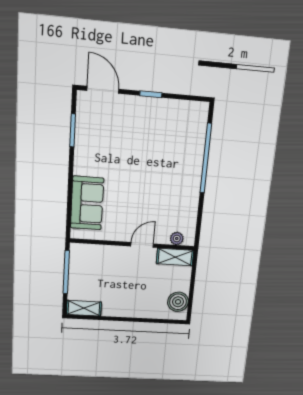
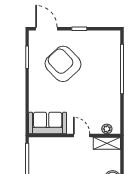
armchair: (124, 144) -> (63, 64), added
sofa: (87, 203) -> (48, 123), moved, turned -90
door: (142, 245) -> (82, 135), hinge flipped

